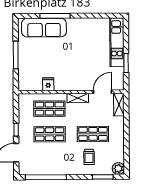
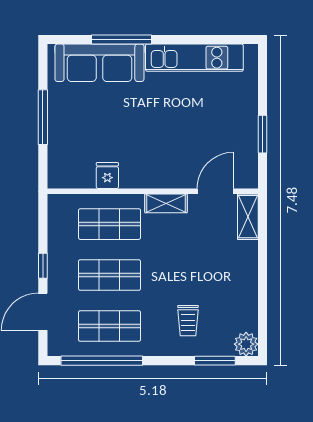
kitchen unit: (117, 42) -> (194, 58), moved, turned -90
shop shelf: (93, 134) -> (110, 326), moved

